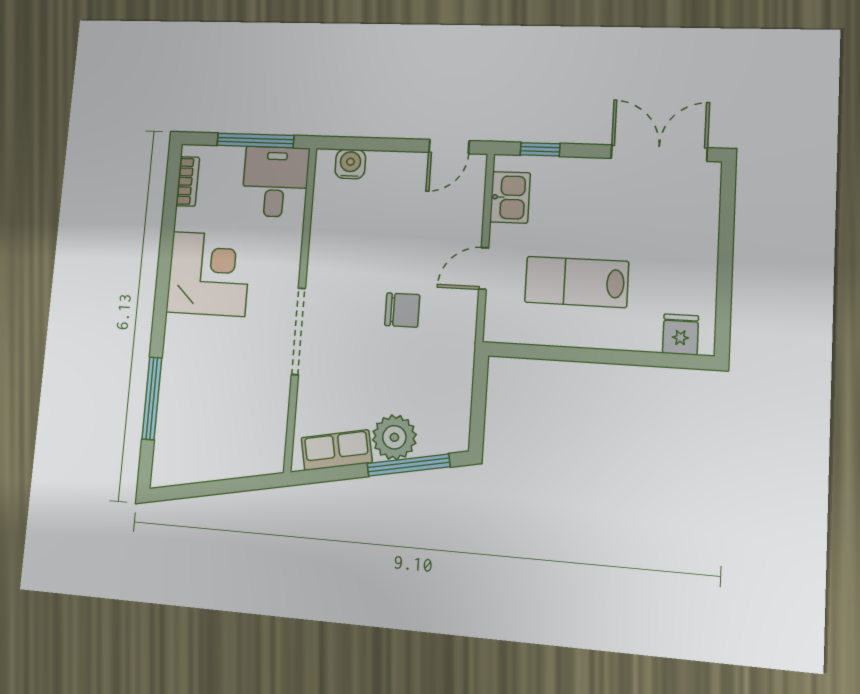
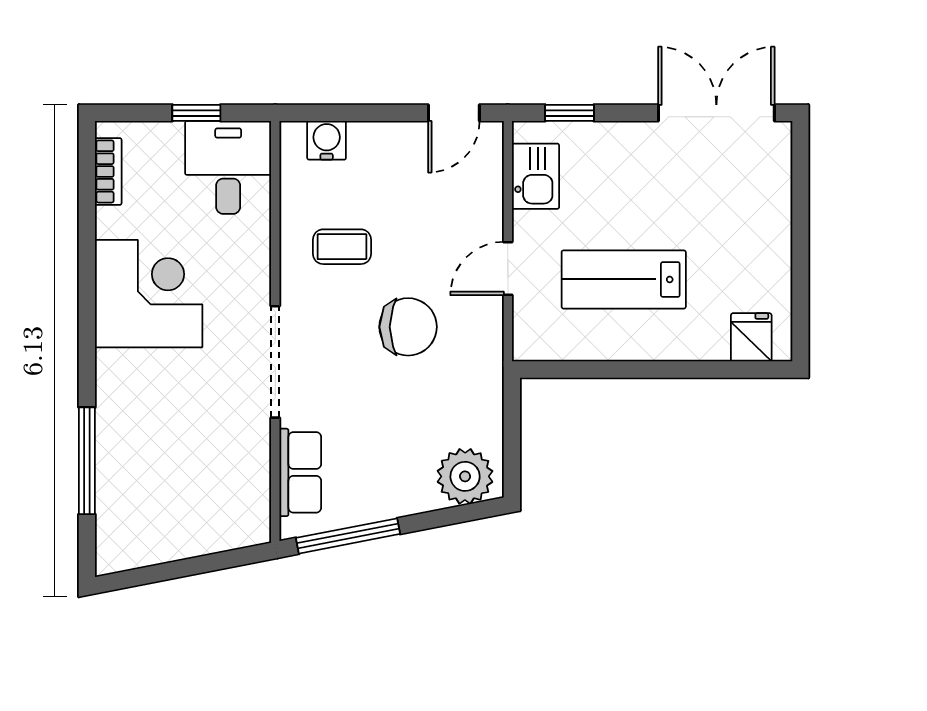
window: (255, 140) -> (196, 113), width x0.46
coffee table: (356, 245) -> (342, 247), added
chair: (402, 310) -> (408, 327), width x1.37, depth x1.37
plant: (394, 437) -> (465, 476), moved
row of seats: (337, 450) -> (300, 472), moved, turned 101
window: (408, 465) -> (348, 536), moved

